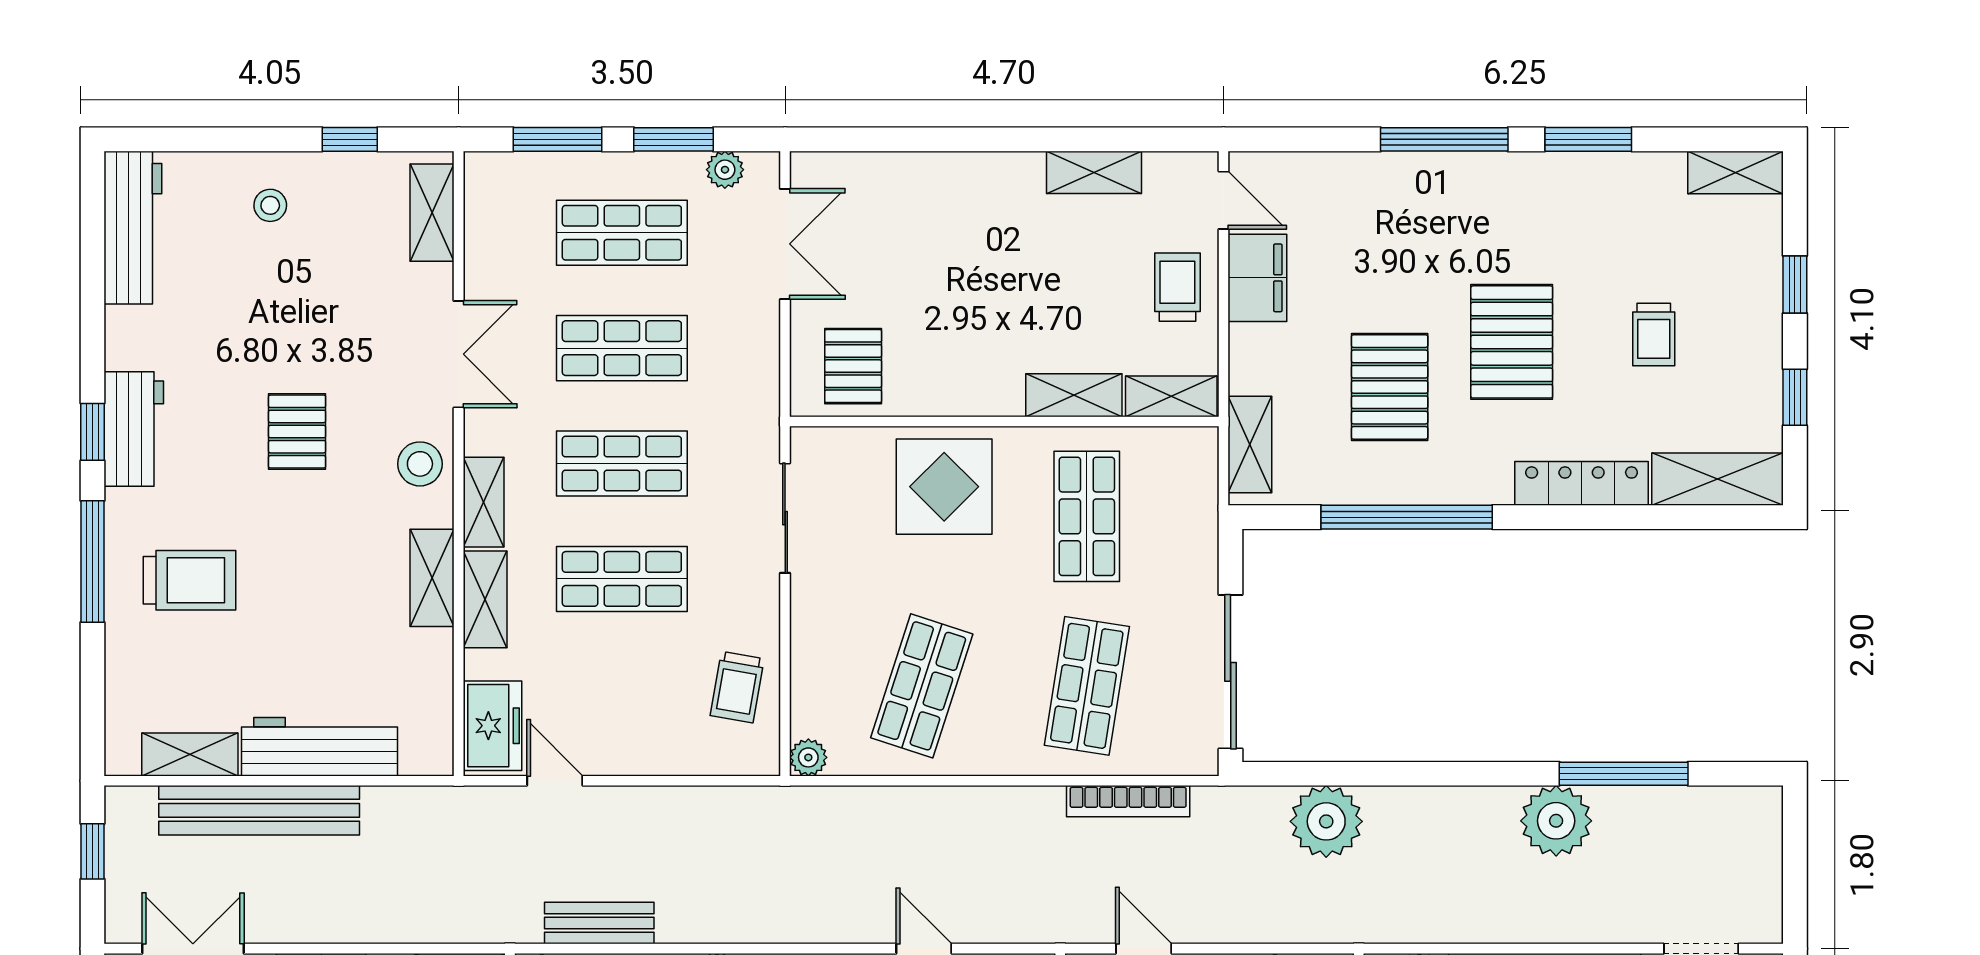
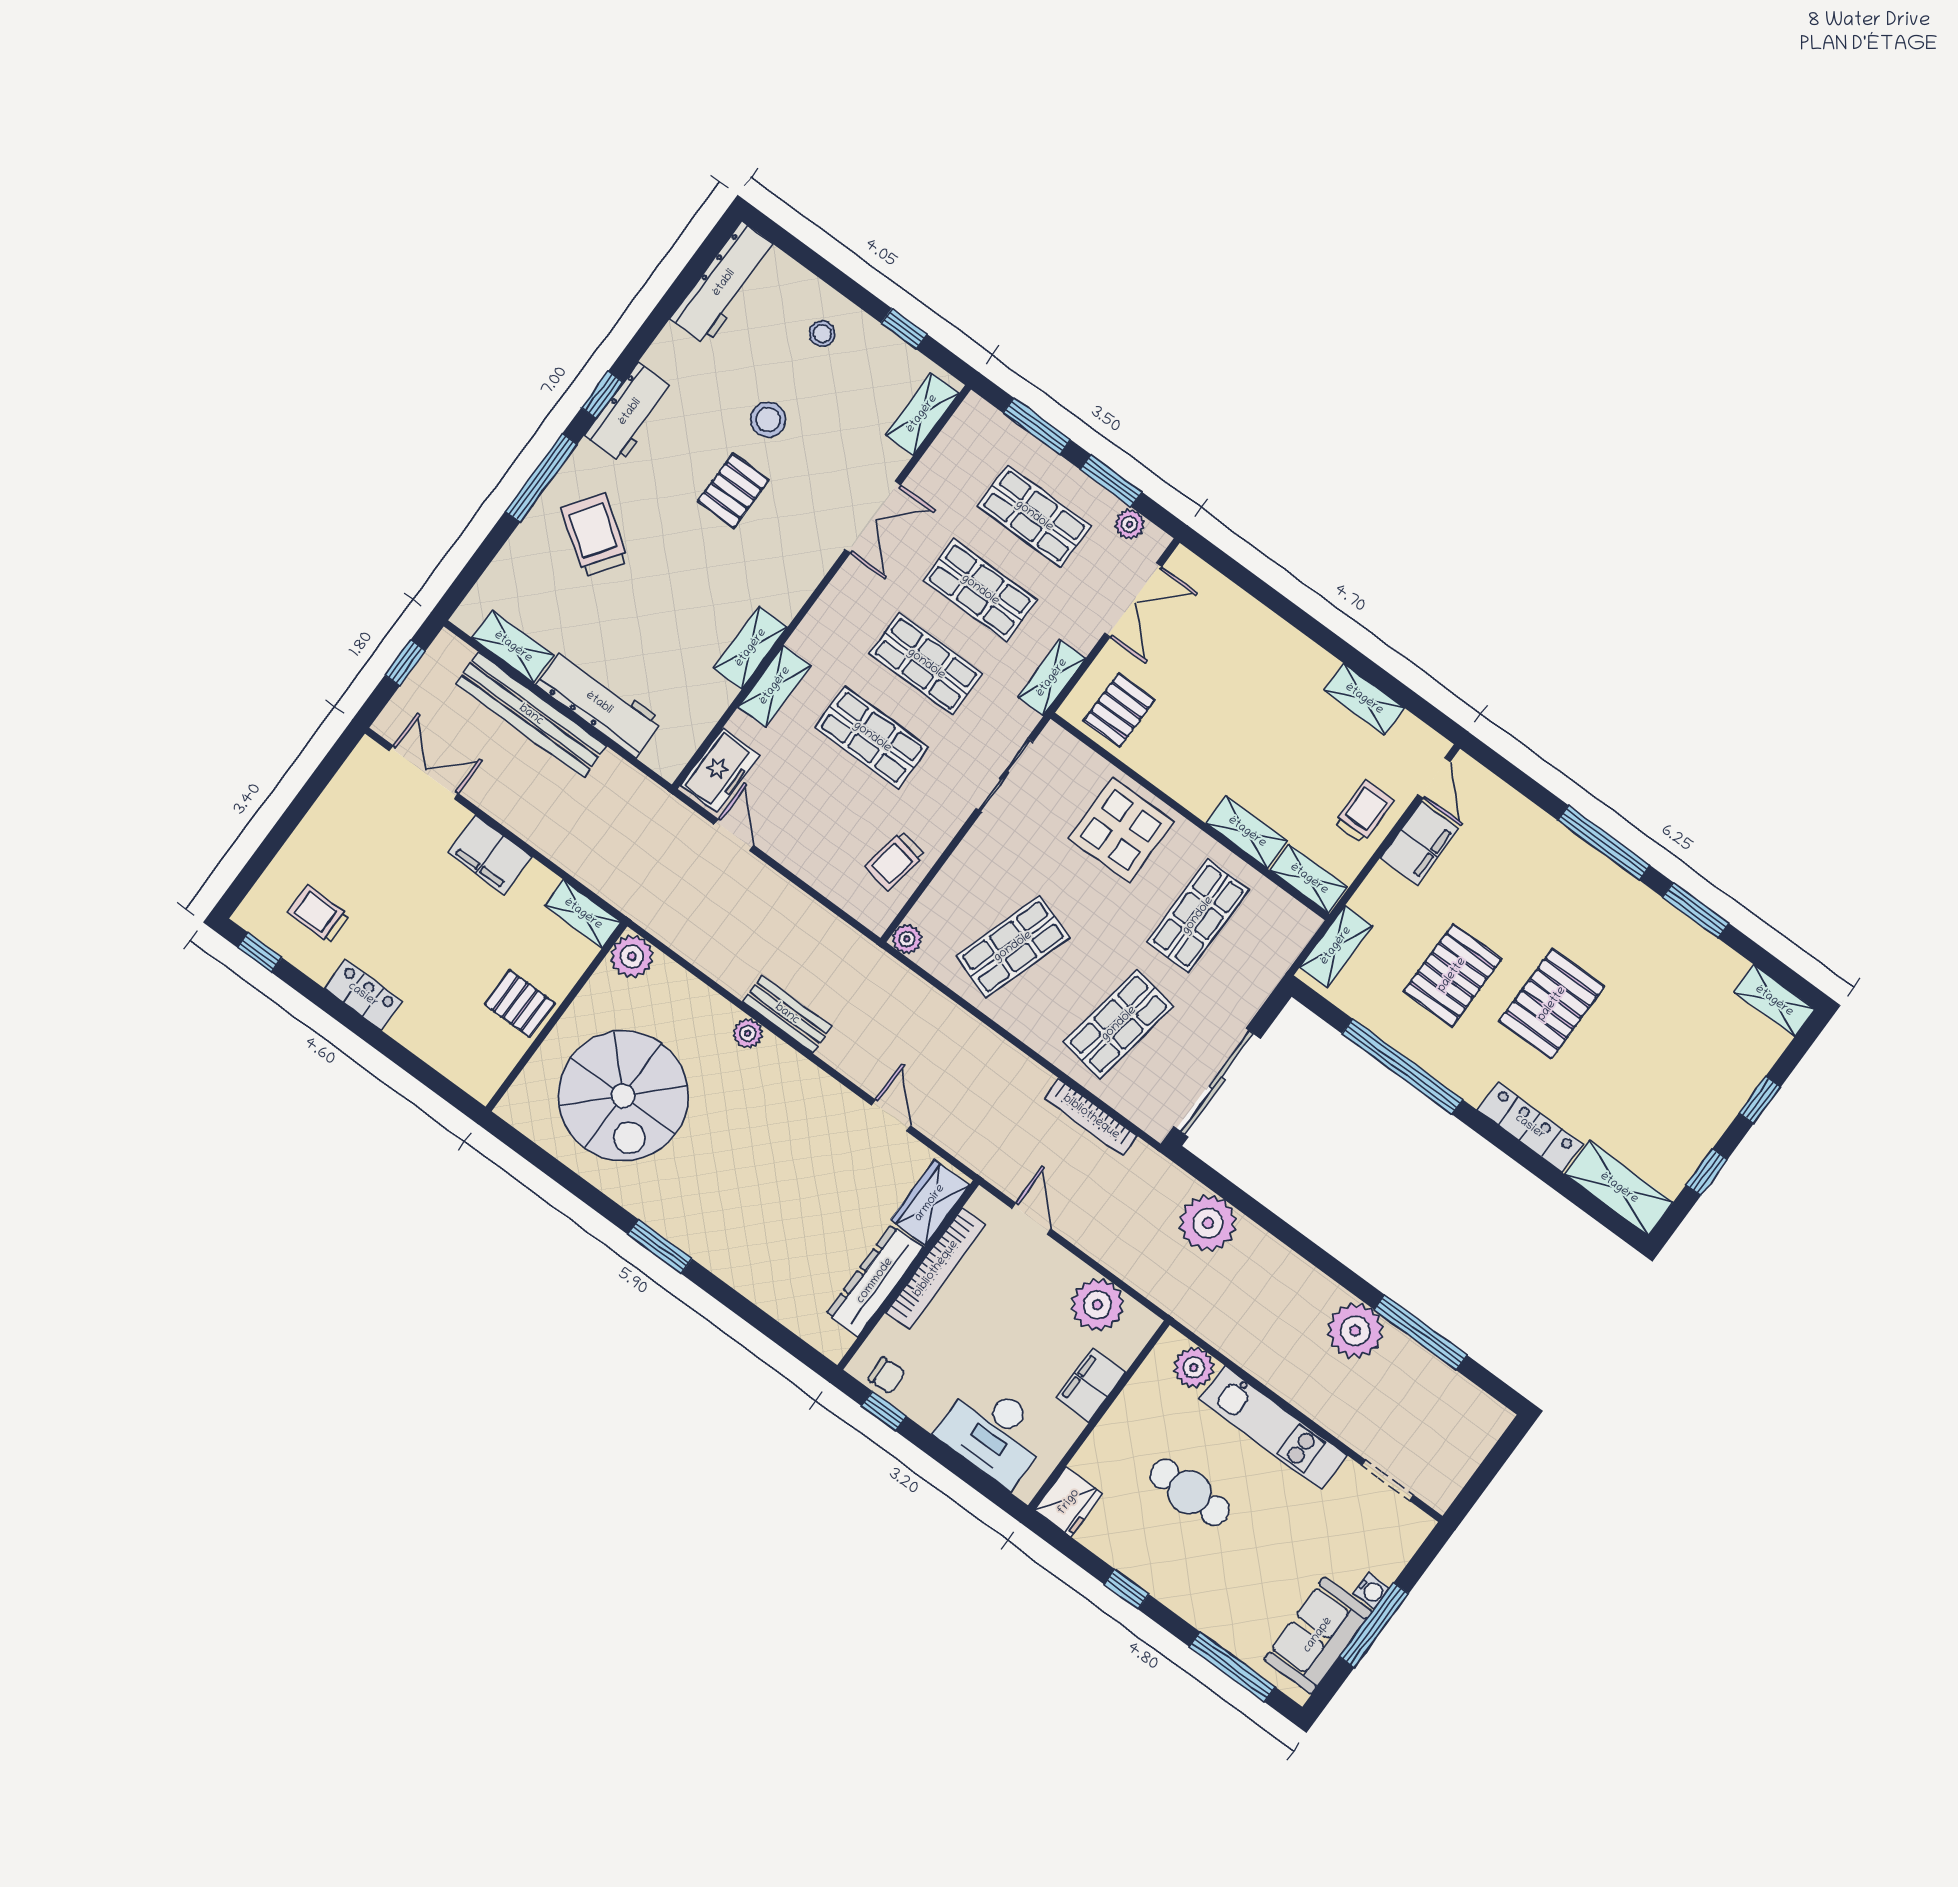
trolley: (1654, 334) -> (1646, 1066), removed
stool: (420, 464) -> (768, 420), moved
shelving: (484, 502) -> (1052, 678), moved
trolley: (189, 580) -> (595, 535), turned -145
bench: (599, 923) -> (787, 1014), moved

